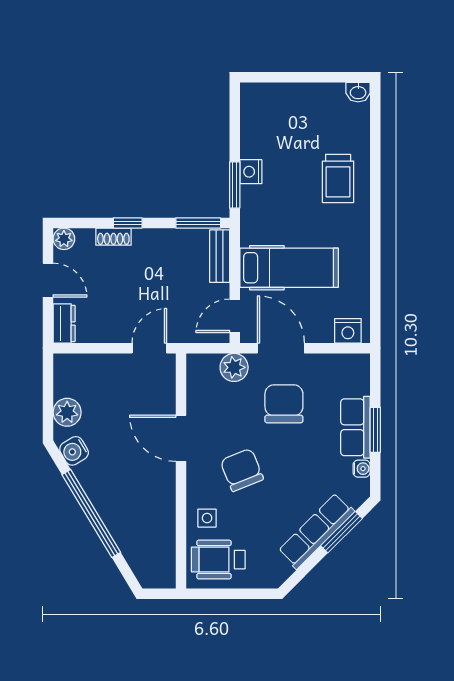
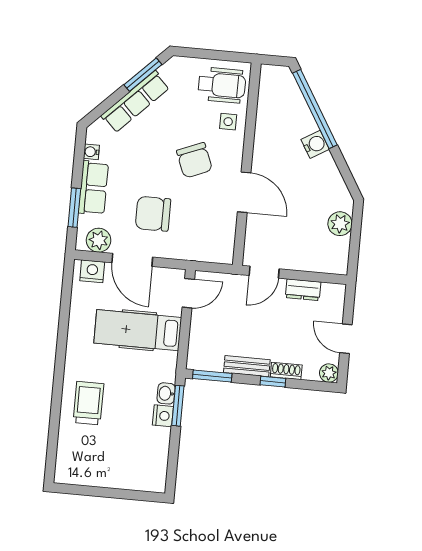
washbasin: (358, 92) -> (166, 393), moved, turned -90
bench: (220, 256) -> (247, 366), moved, turned 90
dresser: (64, 323) -> (303, 290), moved, turned -90
door: (281, 348) -> (132, 260), moved
plant: (234, 367) -> (99, 240), moved
chair: (284, 404) -> (153, 214), turned 90
window: (375, 430) -> (74, 208), moved
water cooler: (74, 451) -> (315, 144), moved
window: (91, 514) -> (315, 109), moved
window: (342, 532) -> (143, 75), moved

